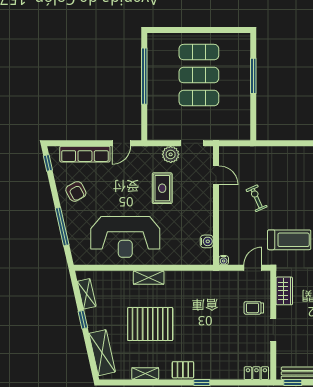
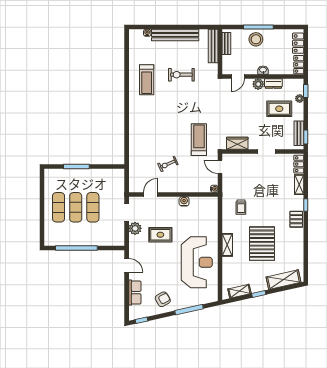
row of seats: (85, 154) -> (135, 293), width x0.68
water cooler: (207, 241) -> (184, 201), moved
trolley: (254, 308) -> (241, 207), moved
shelving: (145, 374) -> (299, 185), moved

